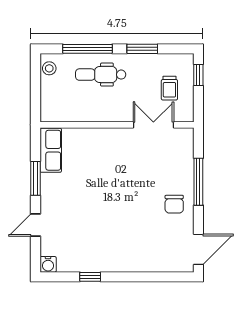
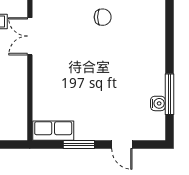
water cooler: (48, 264) -> (158, 103), moved
window: (90, 277) -> (169, 94), width x2.17

